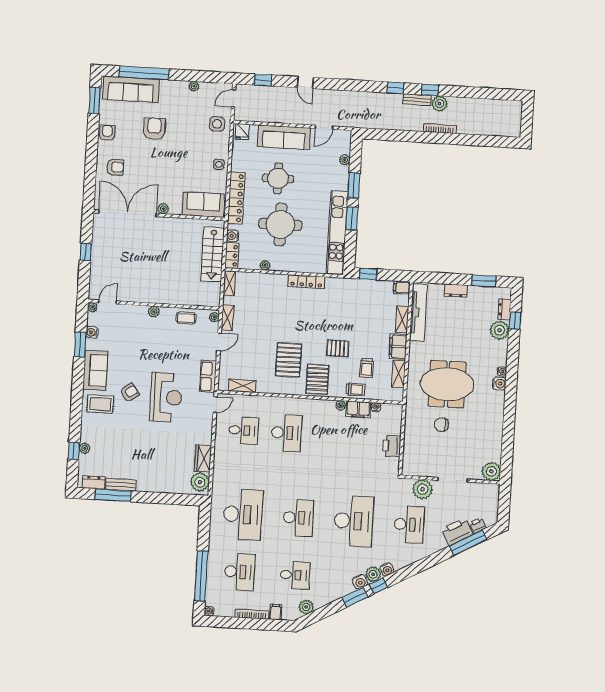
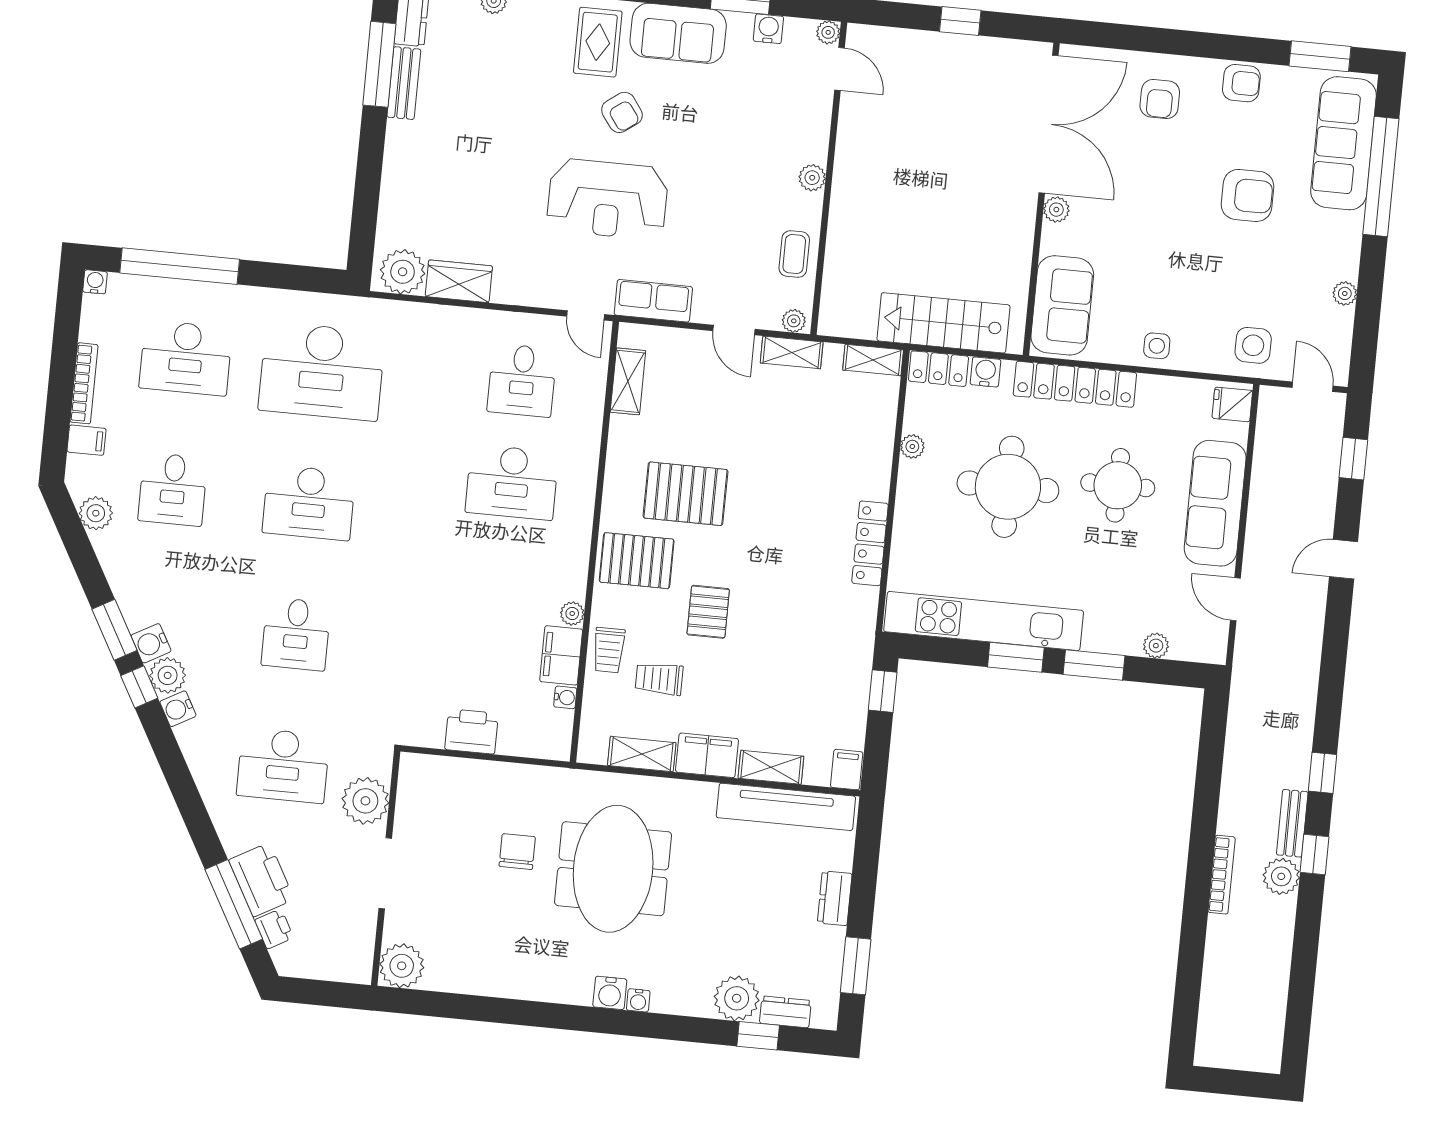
desk: (354, 521) -> (296, 634), width x0.53, depth x0.77

